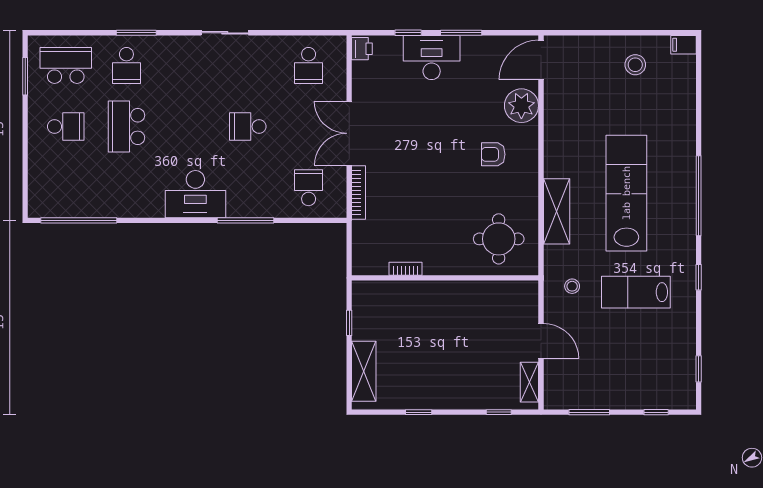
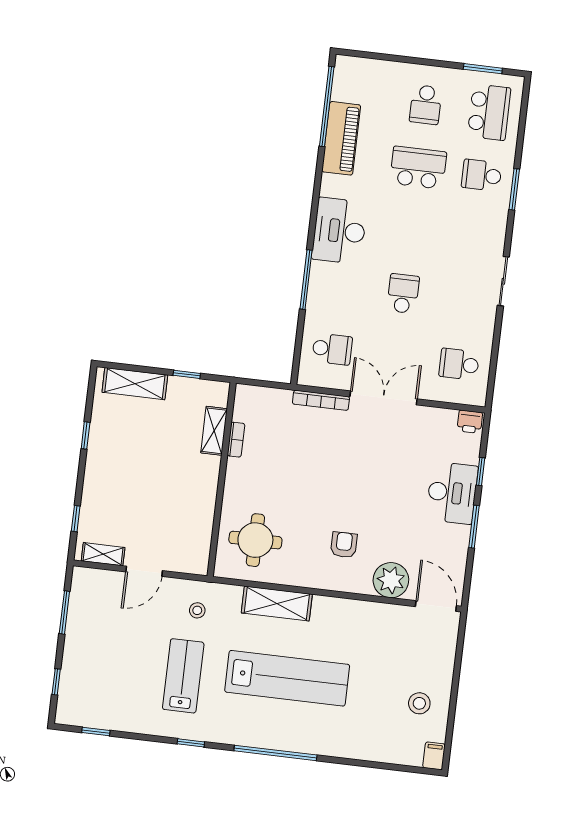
piano: (107, 203) -> (341, 138), added
shelving: (400, 291) -> (214, 431), added

